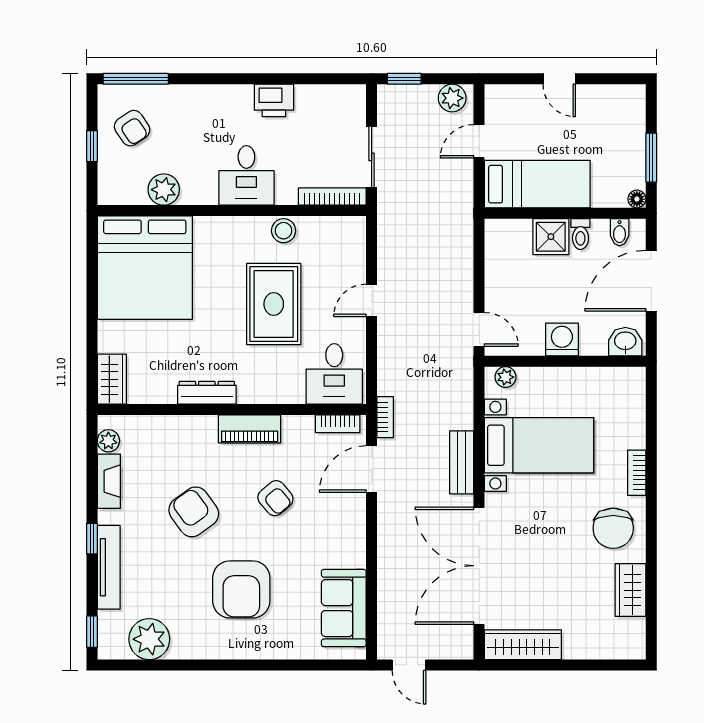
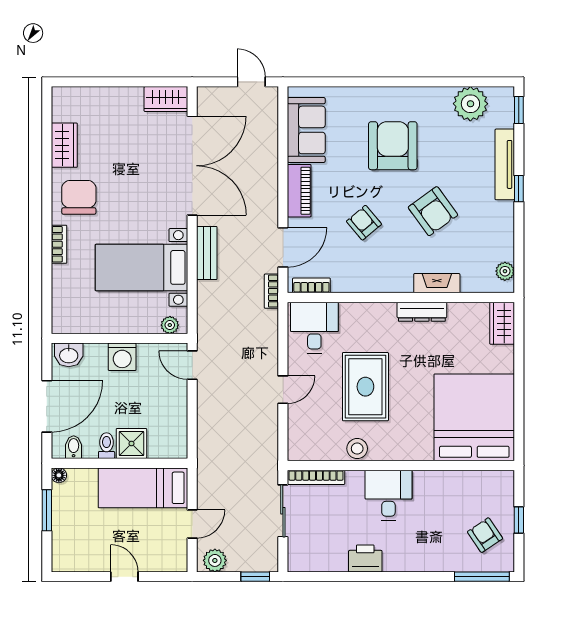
plant: (164, 190) -> (458, 483), removed
piano: (250, 429) -> (299, 191), moved, turned 90
fireplace: (109, 481) -> (437, 283), moved, turned 90
wardrobe: (523, 645) -> (166, 99), width x0.67

